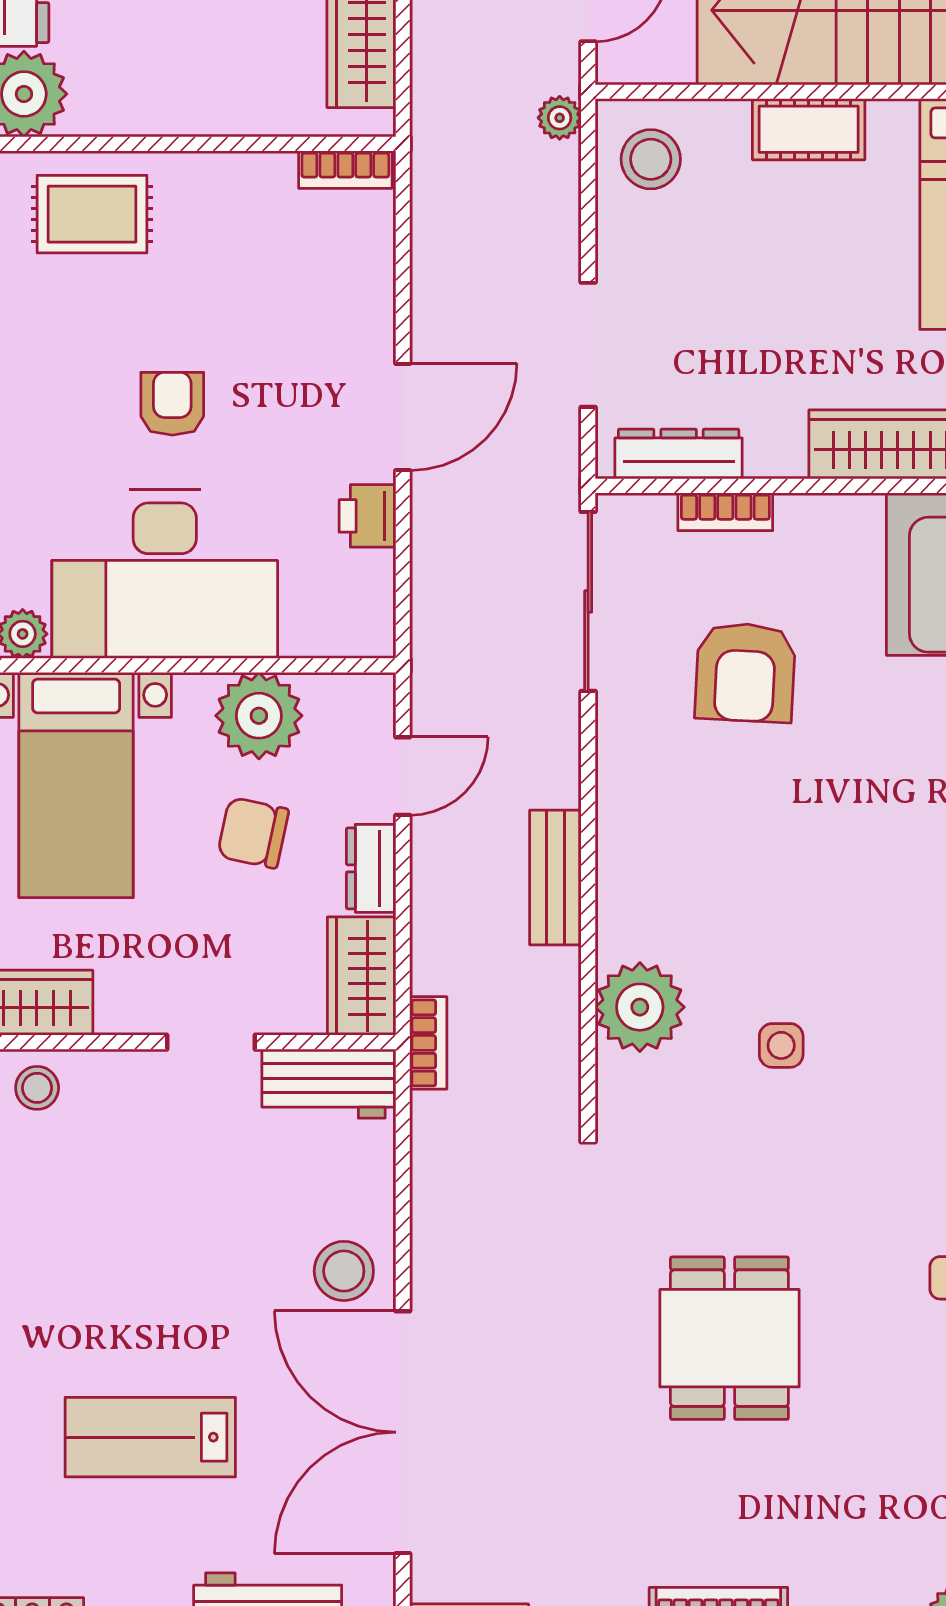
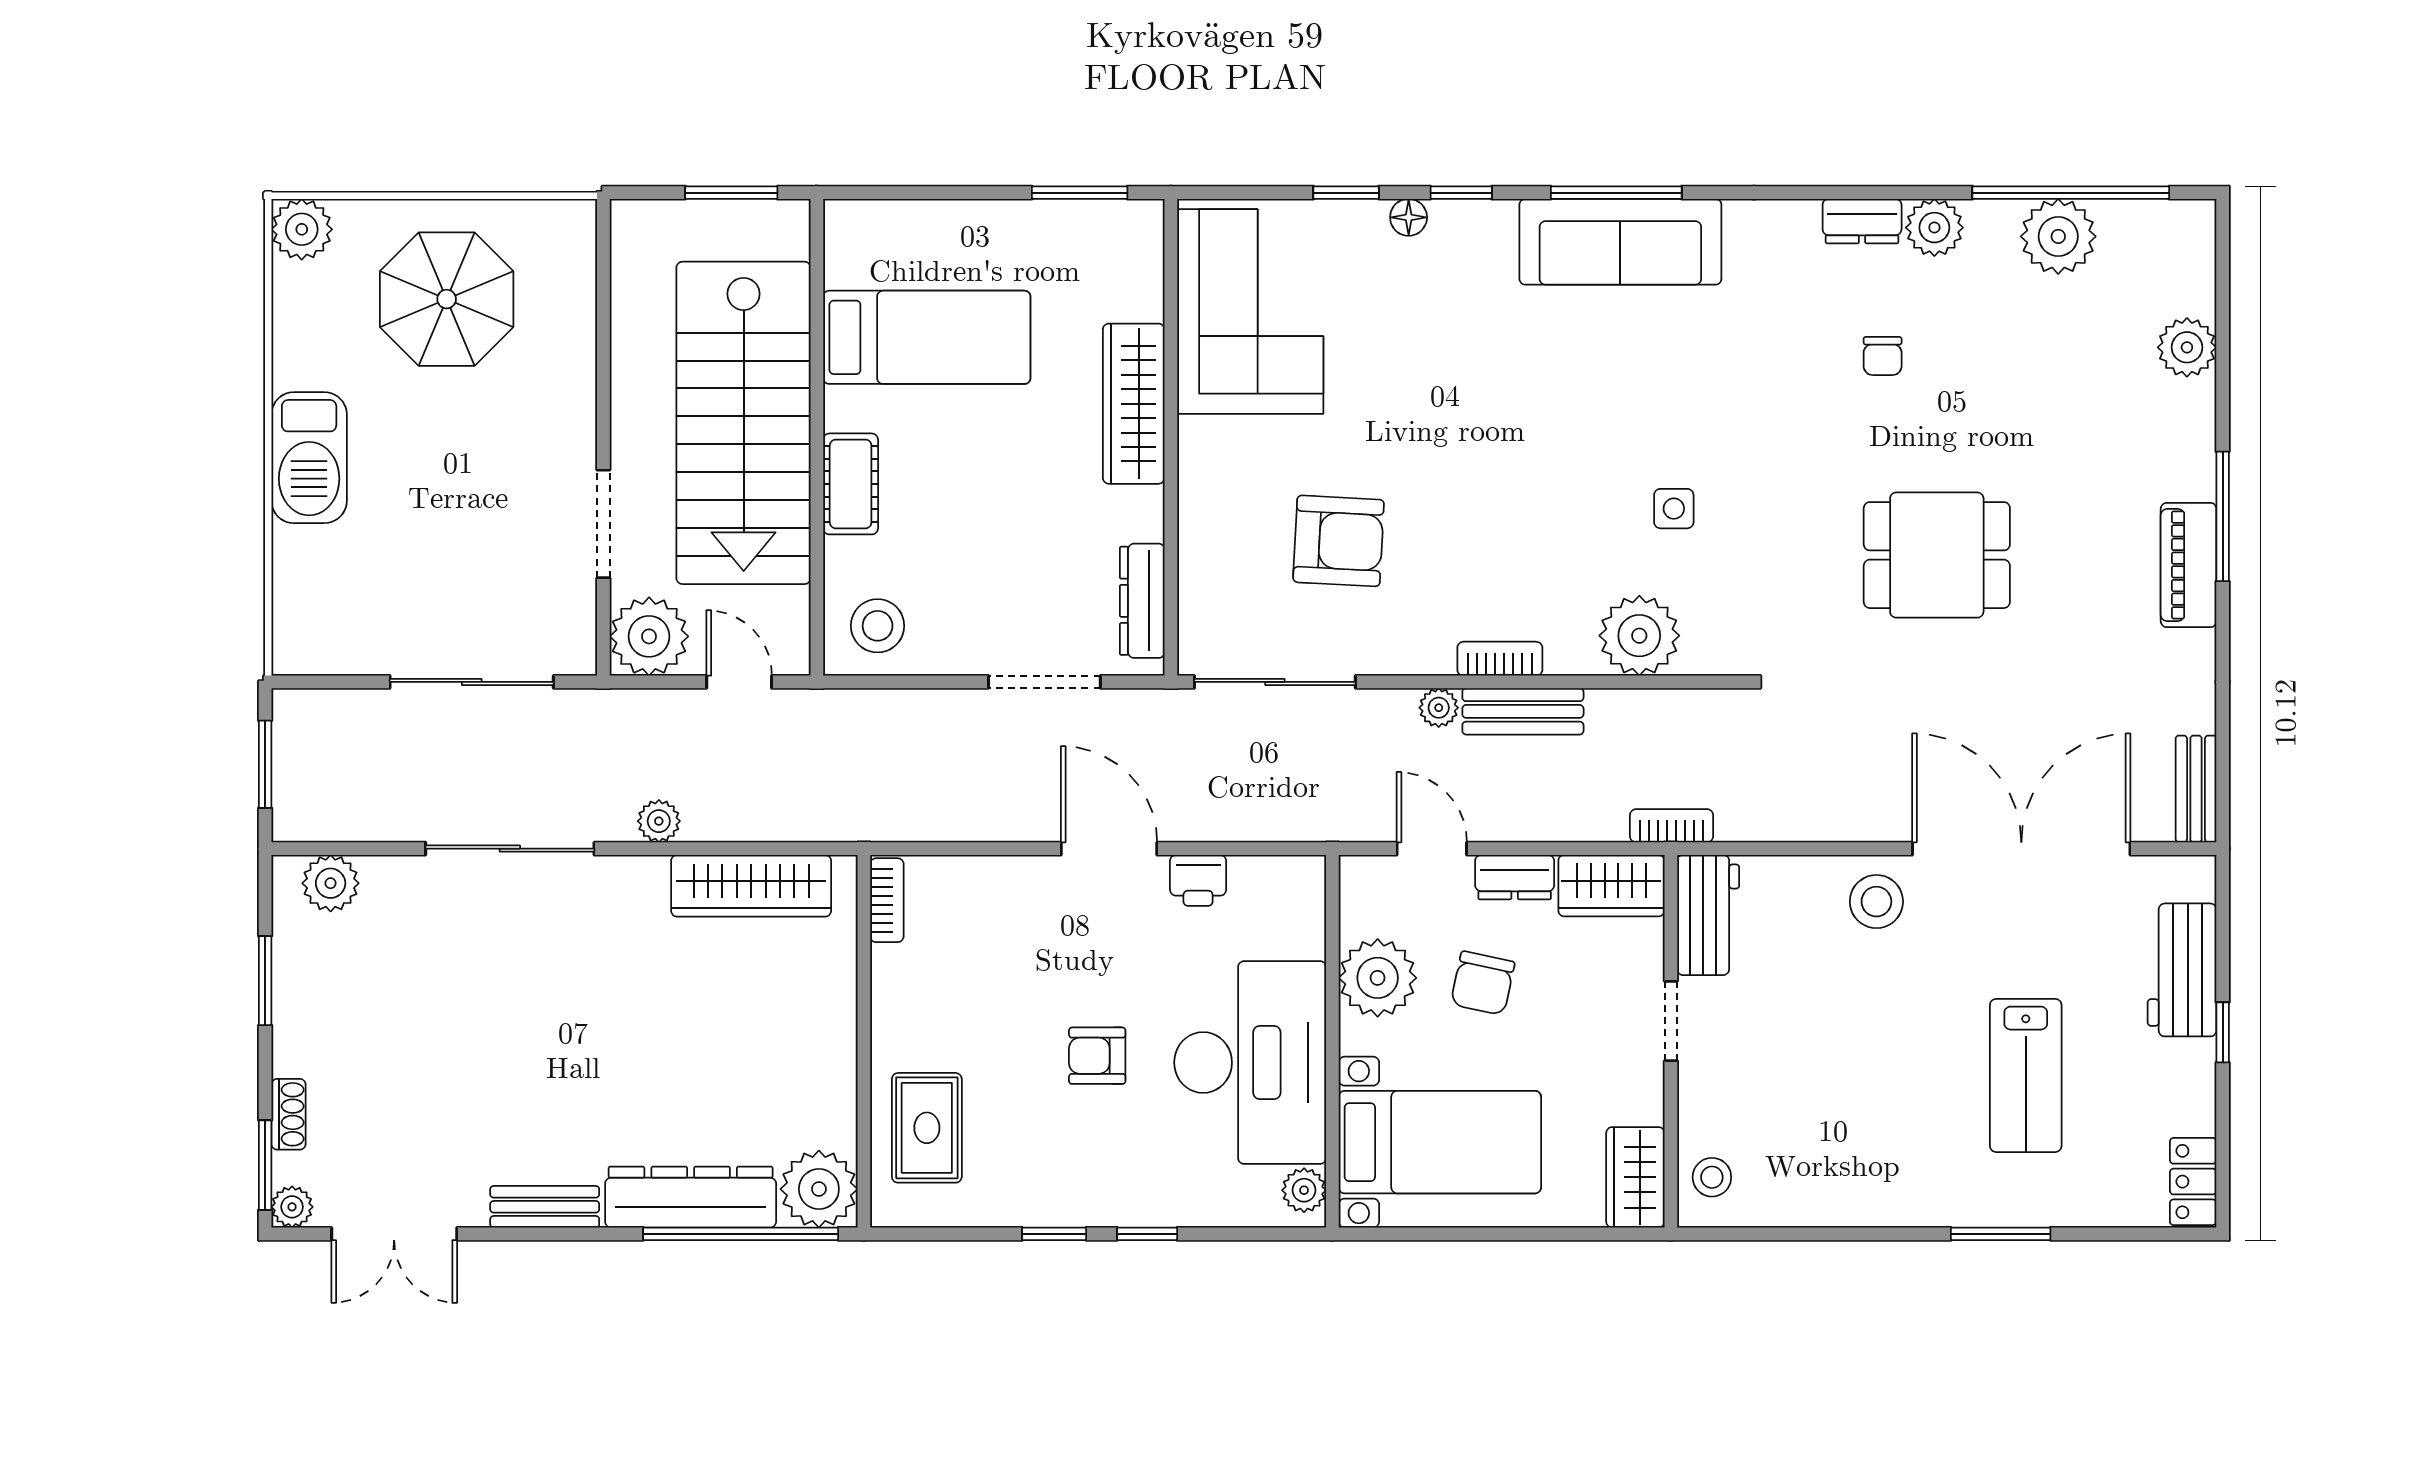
plant: (560, 118) -> (1439, 708), moved
bookcase: (725, 512) -> (1500, 659), moved, turned -90
double door: (403, 1432) -> (2021, 849), swing flipped

